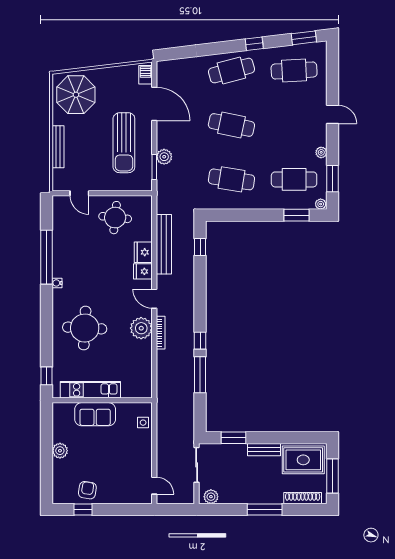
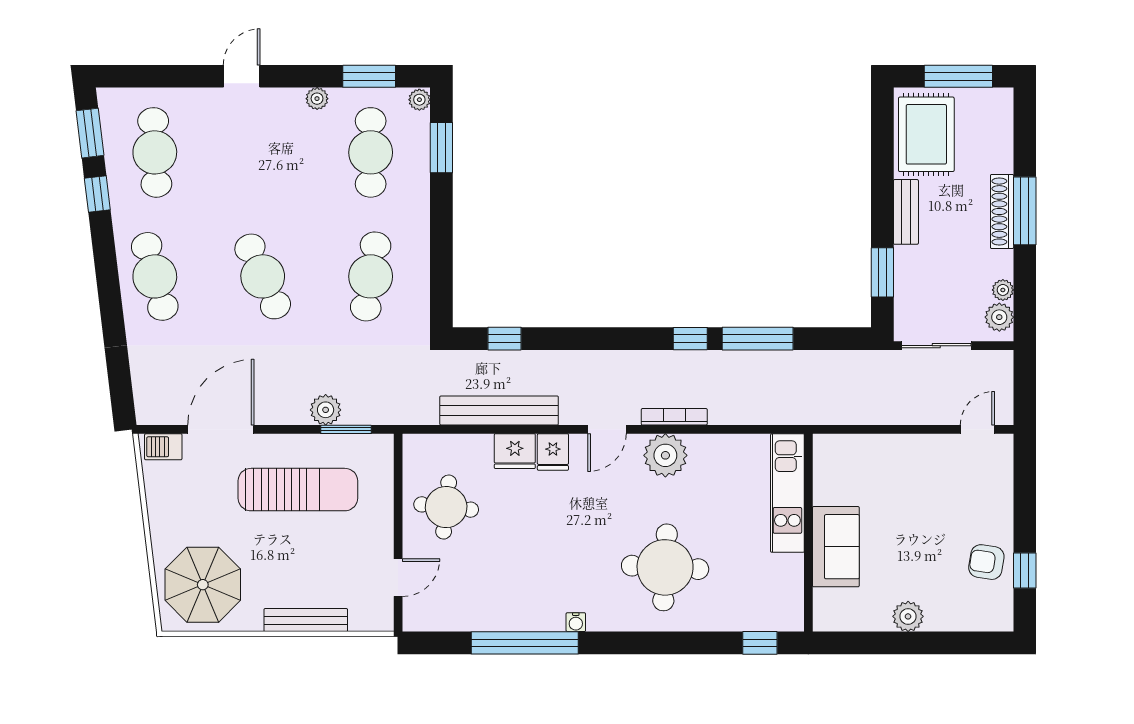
window: (254, 44) -> (97, 194), moved
cafe table: (231, 125) -> (263, 276), turned -36
kitchen unit: (90, 390) -> (787, 493), moved
side table: (143, 423) -> (852, 452), removed
plant: (225, 498) -> (1003, 290), added
shoe rack: (303, 498) -> (1002, 212), moved

